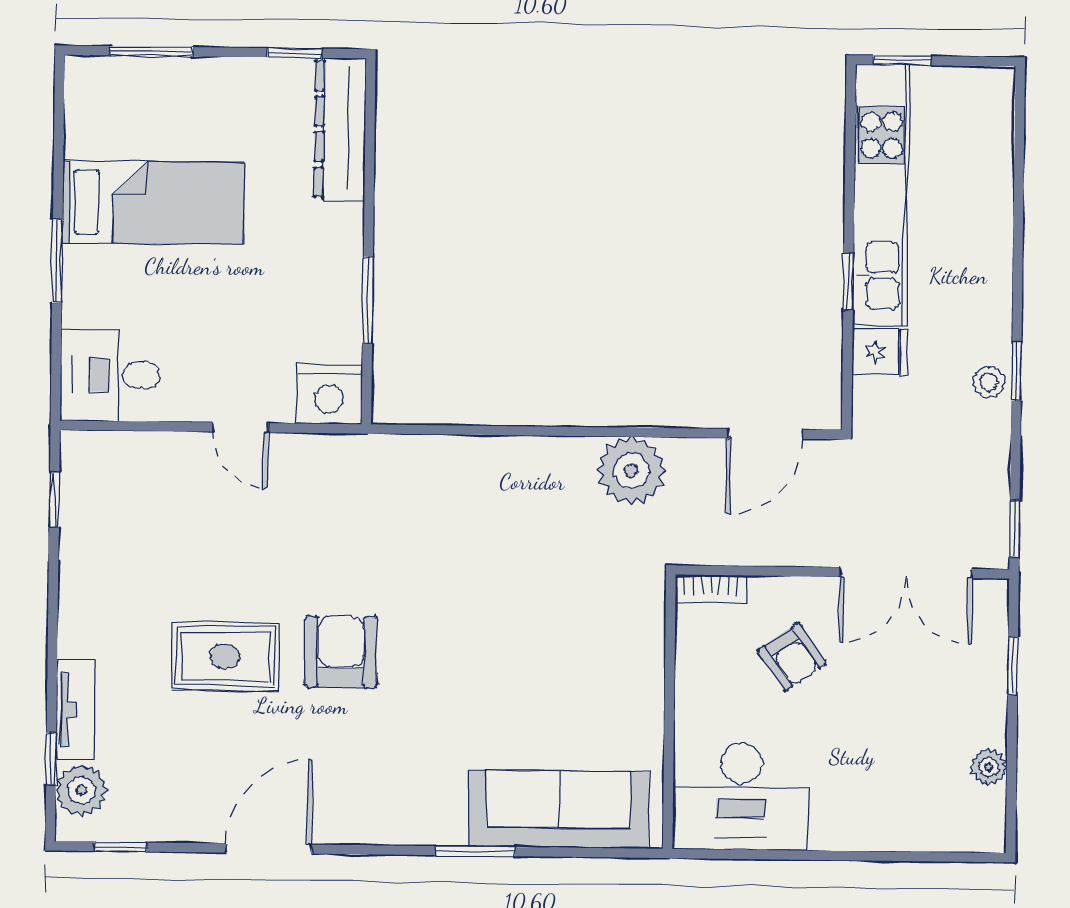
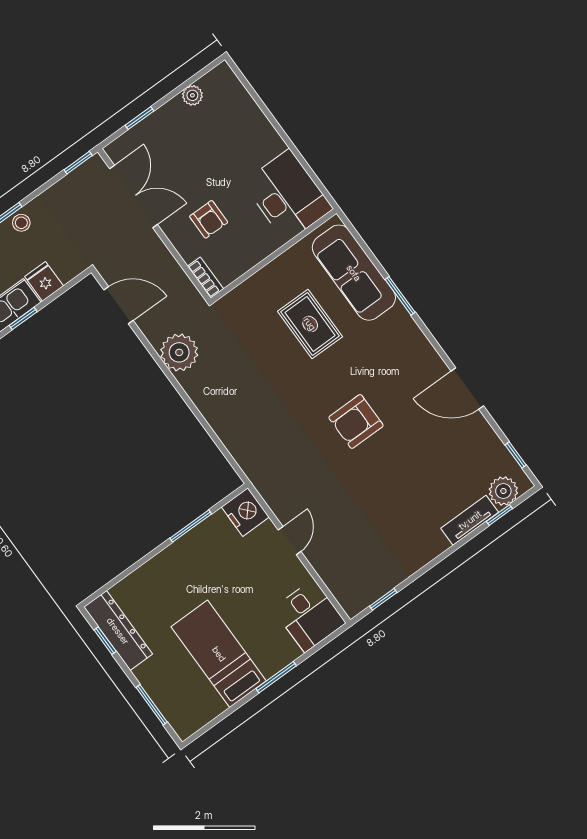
dresser: (340, 129) -> (118, 631), moved, turned -90
rug: (225, 656) -> (310, 324), moved
armchair: (792, 657) -> (209, 219), turned 125

